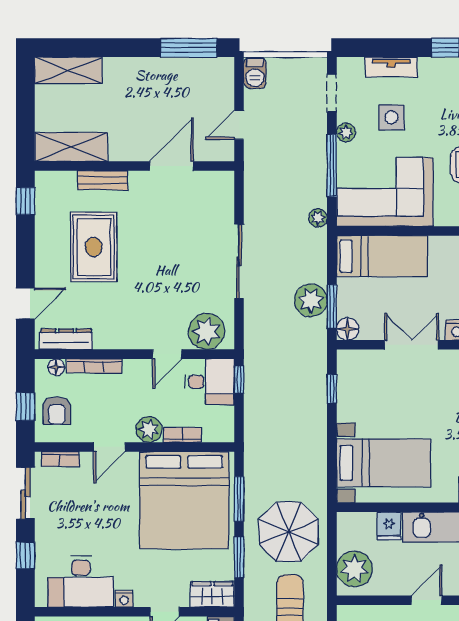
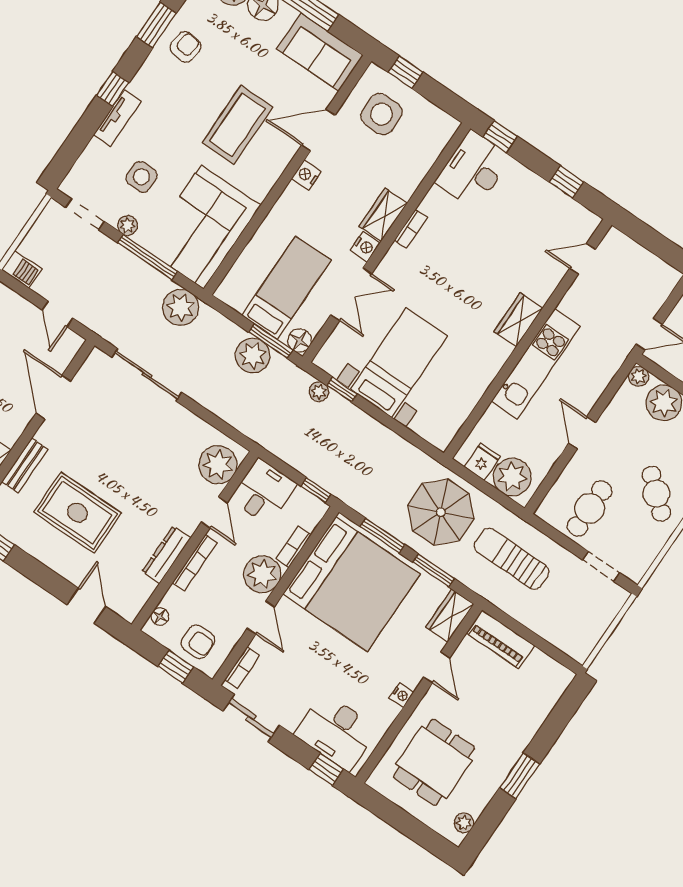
tv unit: (391, 67) -> (117, 118), moved
plant: (318, 218) -> (181, 307), width x1.88, depth x1.88
bed: (382, 256) -> (286, 288), moved
sliding door: (239, 261) -> (147, 375), moved
dresser: (66, 339) -> (166, 555), moved
double door: (412, 345) -> (351, 294), swing flipped
bookcase: (94, 366) -> (195, 563), moved
plant: (318, 372) -> (319, 392), added
window: (239, 380) -> (316, 490), moved
plant: (149, 429) -> (262, 574), width x1.36, depth x1.36
bed with nightstands: (384, 463) -> (399, 362), moved
fridge: (389, 526) -> (482, 462), moved, turned -90
window: (25, 556) -> (326, 769), moved
desk: (81, 582) -> (336, 732), moved, turned 90

